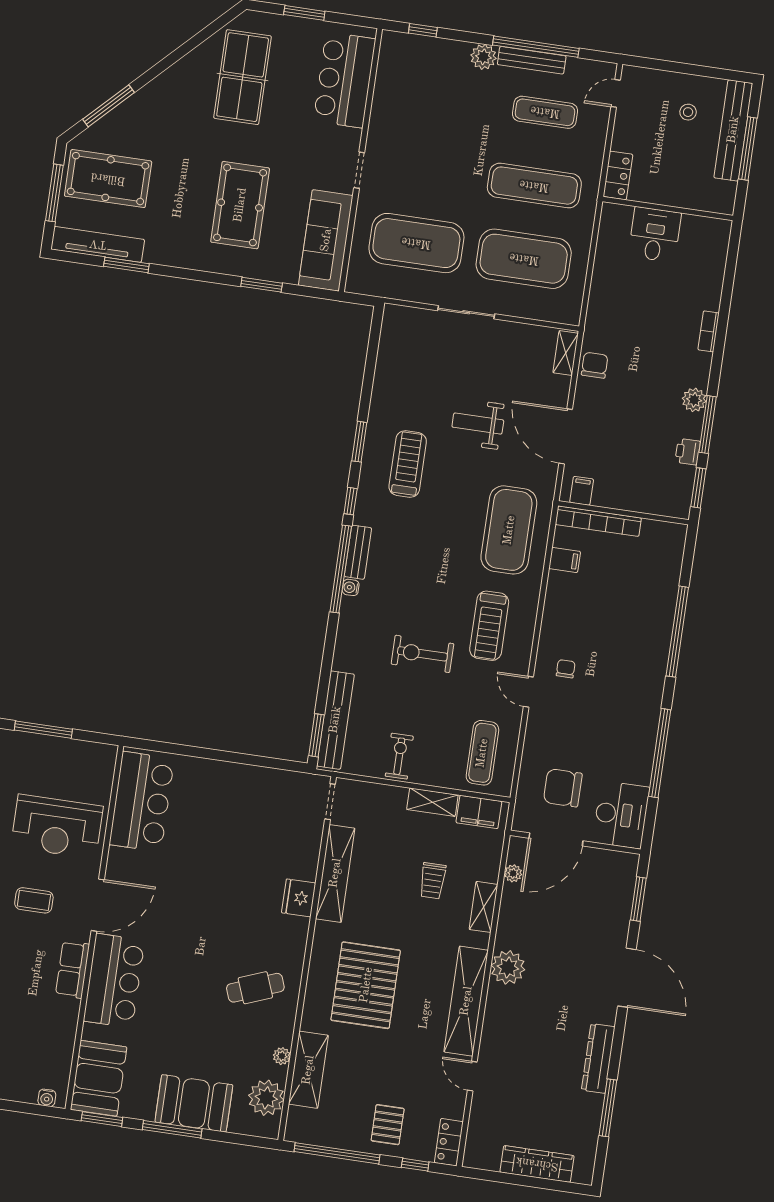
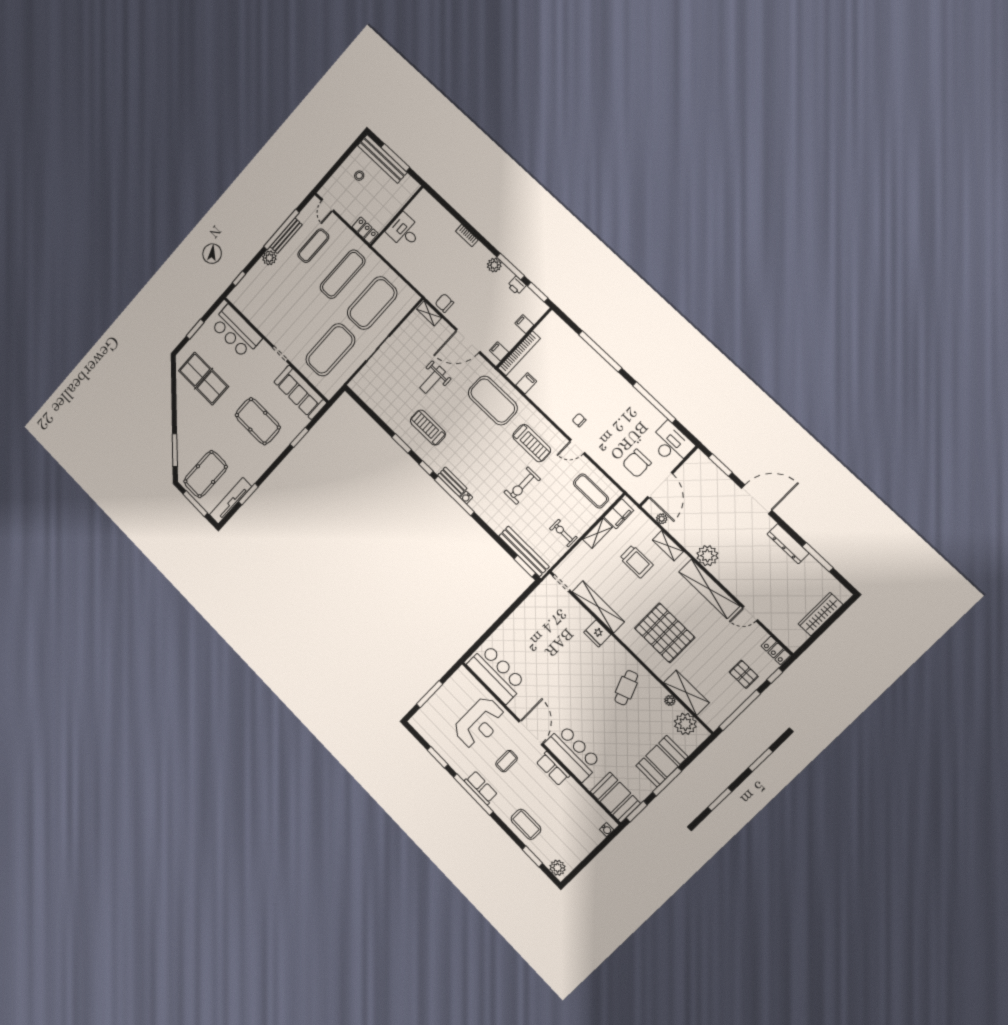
filing cabinet: (643, 500) -> (524, 324), added
trolley: (433, 881) -> (636, 561), width x1.36, depth x1.39

